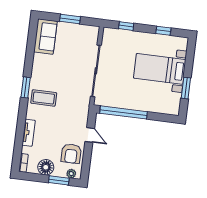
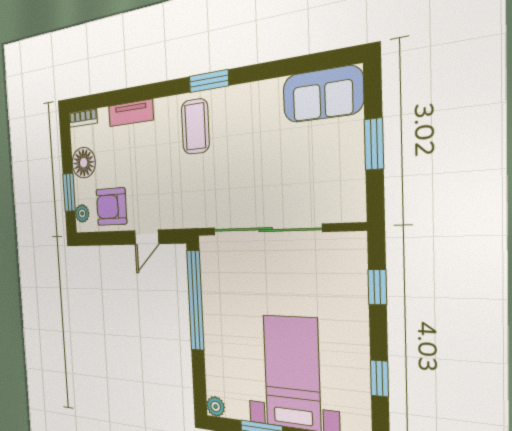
plant: (175, 110) -> (216, 407), added

